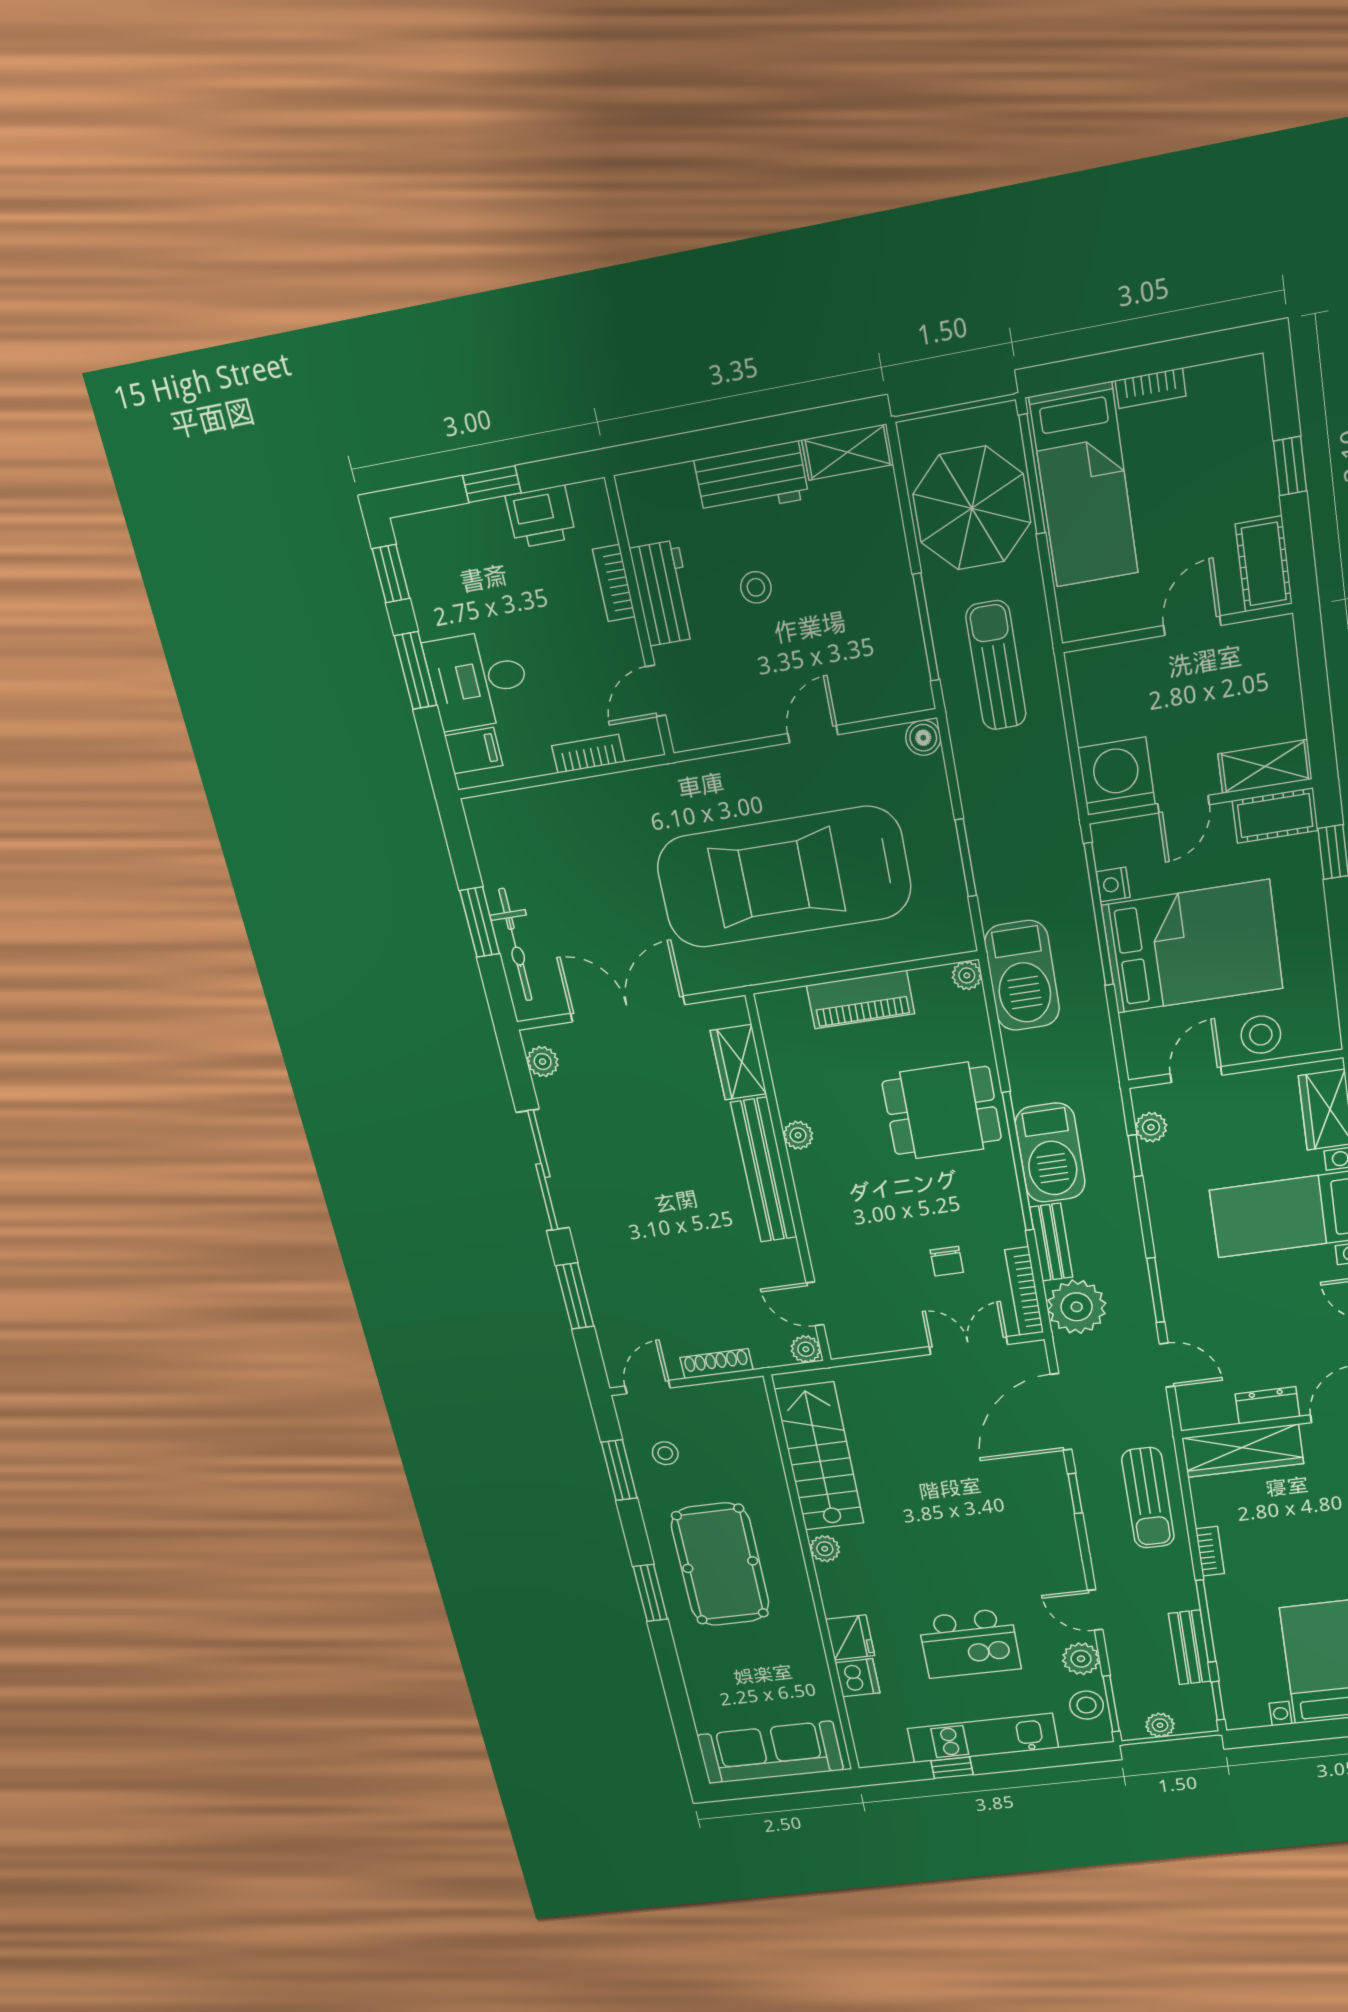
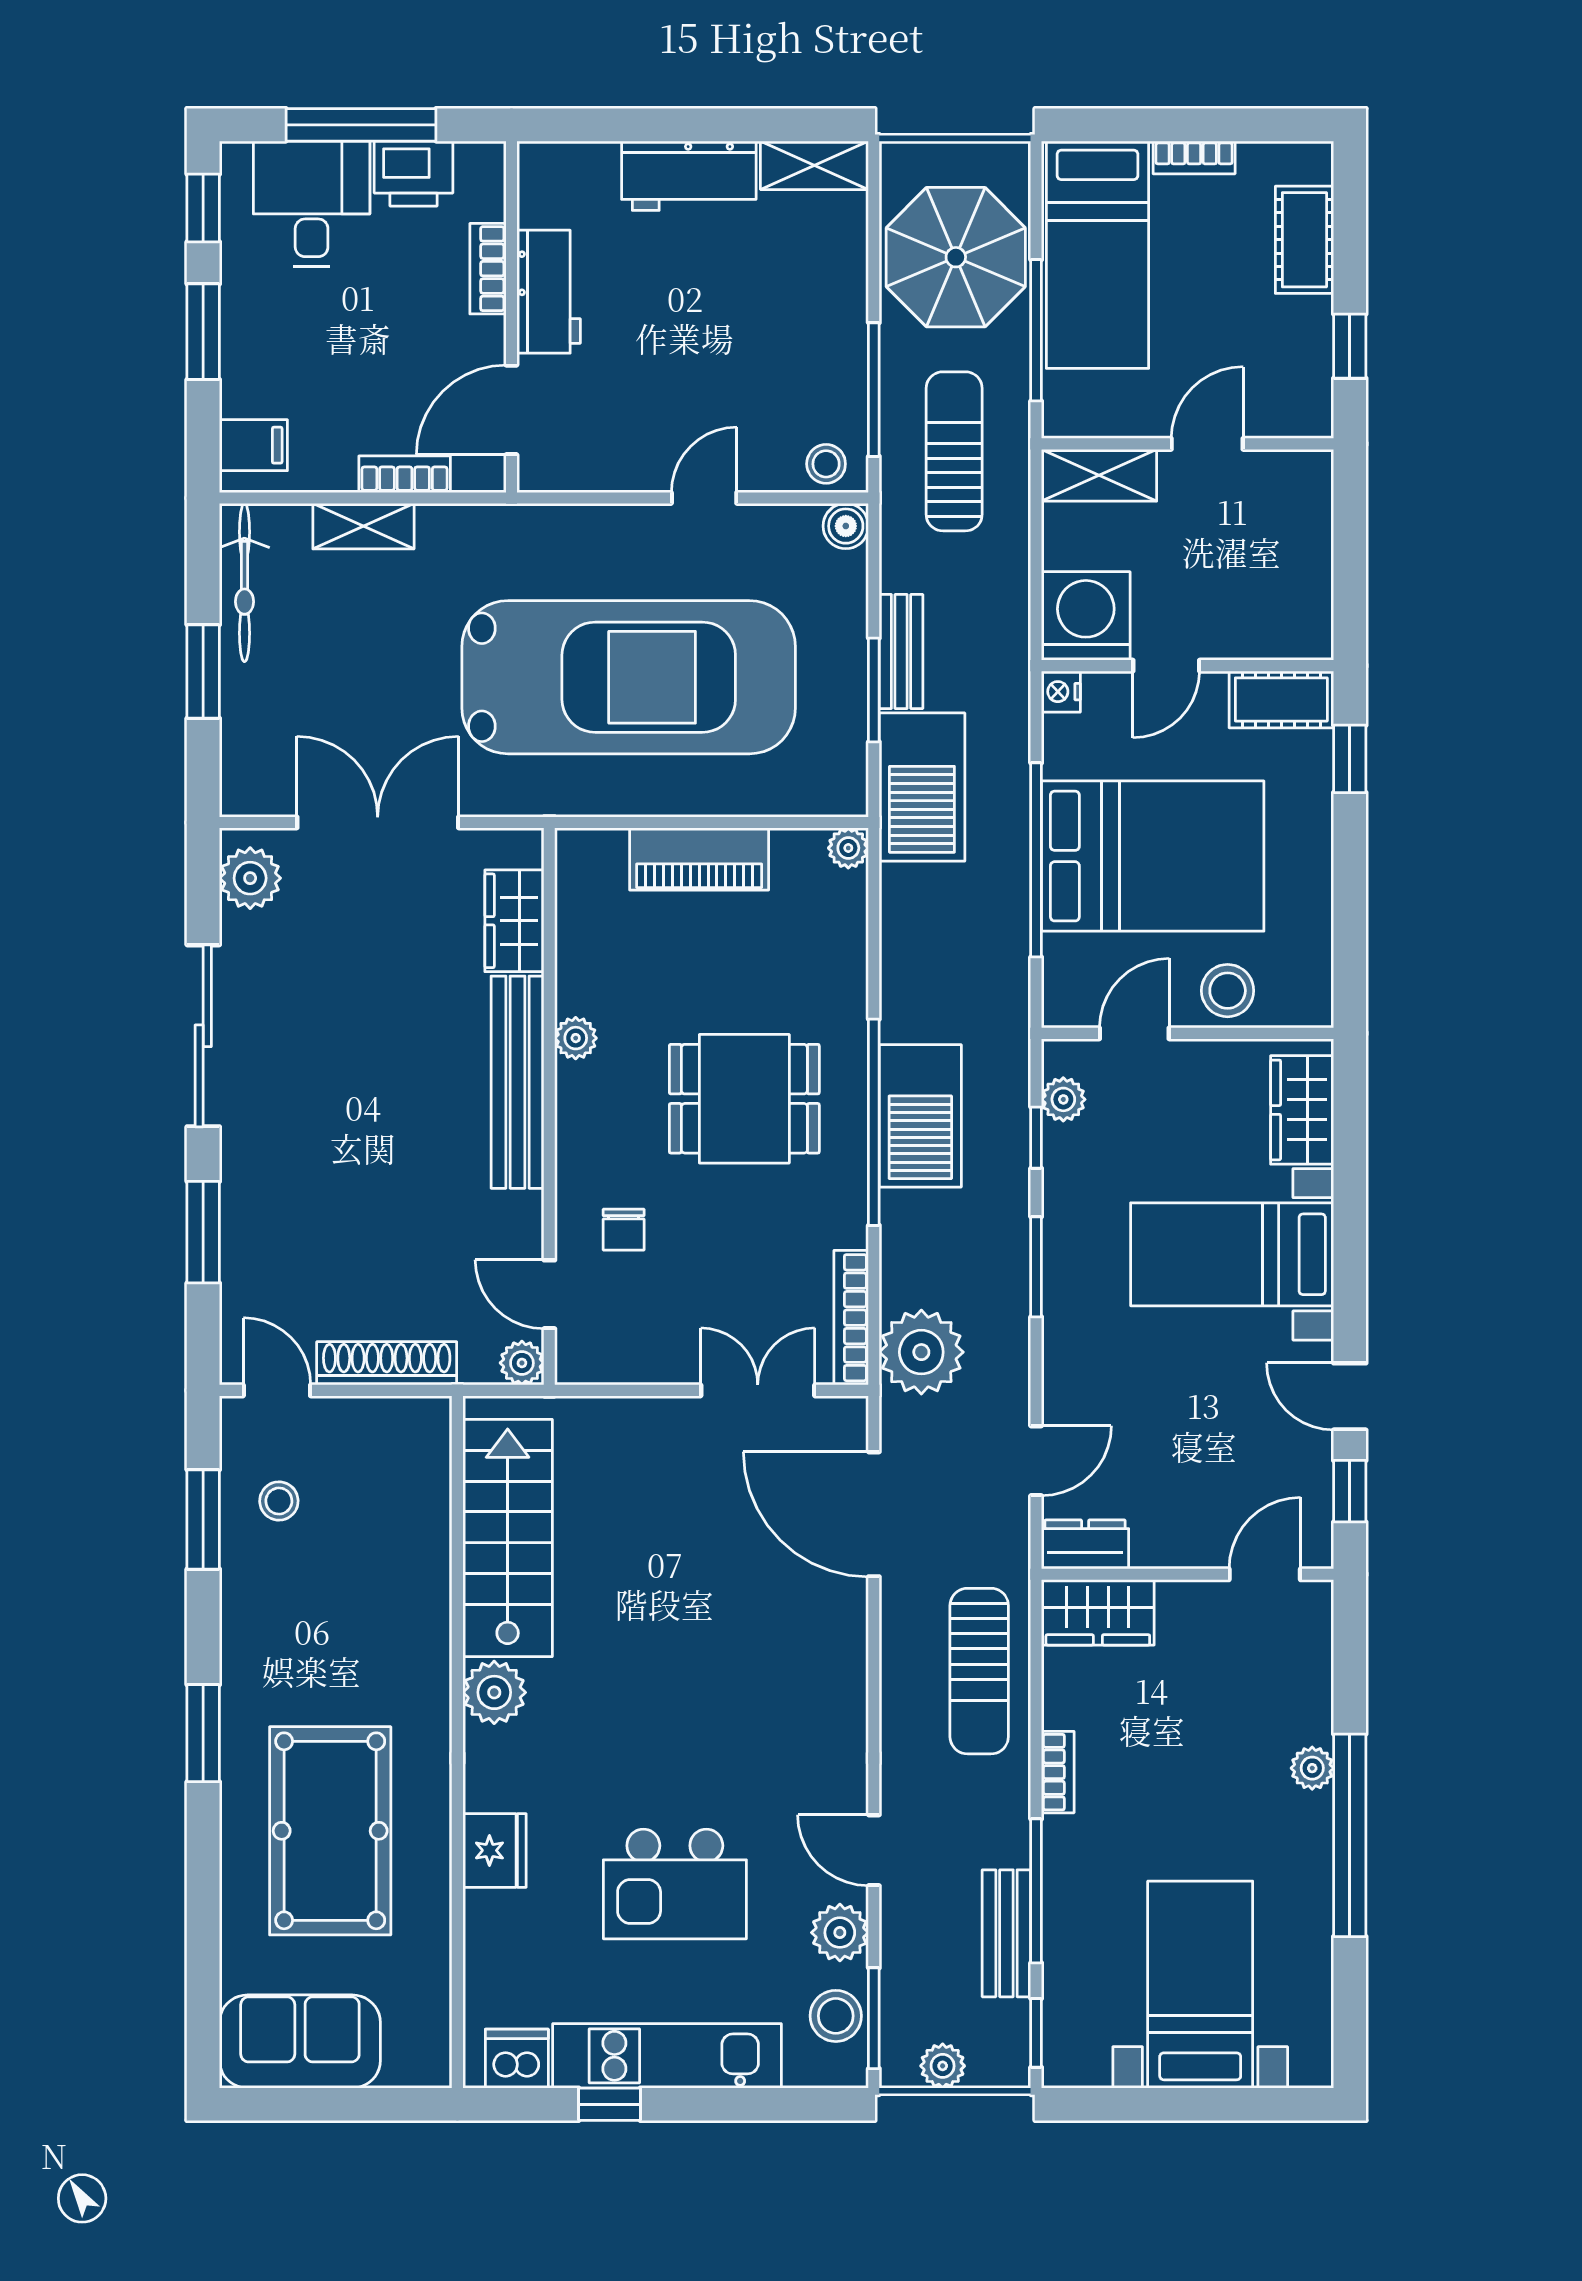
window: (1290, 466) -> (1350, 346), moved
window: (1032, 474) -> (1036, 330), moved
window: (492, 484) -> (361, 125), width x2.17
cot: (1264, 564) -> (1304, 240), moved
stool: (756, 587) -> (826, 464), moved
desk: (478, 680) -> (312, 204), moved, turned 90
door: (656, 691) -> (511, 410), width x1.38
shelving: (1265, 766) -> (1099, 475), moved
shelving: (568, 798) -> (363, 526), added
car: (784, 877) -> (629, 677), turned 180
nightstand: (1113, 885) -> (1061, 692), moved
window: (1099, 915) -> (1036, 860), moved
bicycle: (515, 945) -> (244, 583), moved
barbecue: (1022, 976) -> (922, 787), moved
plant: (543, 1062) -> (250, 878), width x1.38, depth x1.38
dining table: (942, 1111) -> (744, 1099), moved
bench: (1051, 1242) -> (901, 651), moved
chair: (947, 1261) -> (624, 1230), moved
window: (1156, 1290) -> (1036, 1267), moved
shoe rack: (716, 1364) -> (387, 1363), width x1.36, depth x1.24
door: (1167, 1365) -> (1036, 1461), hinge flipped
door: (648, 1387) -> (277, 1390), hinge flipped
dresser: (1267, 1405) -> (1085, 1544), moved
door: (1061, 1412) -> (874, 1514), hinge flipped
wardrobe: (1243, 1451) -> (1098, 1612), width x0.67
window: (1075, 1494) -> (874, 1650), removed
plant: (825, 1549) -> (494, 1692), width x1.38, depth x1.38
pool table: (720, 1565) -> (330, 1831), moved
dishwasher: (857, 1678) -> (517, 2059), moved, turned -90
sofa: (770, 1752) -> (300, 2041), width x0.73

